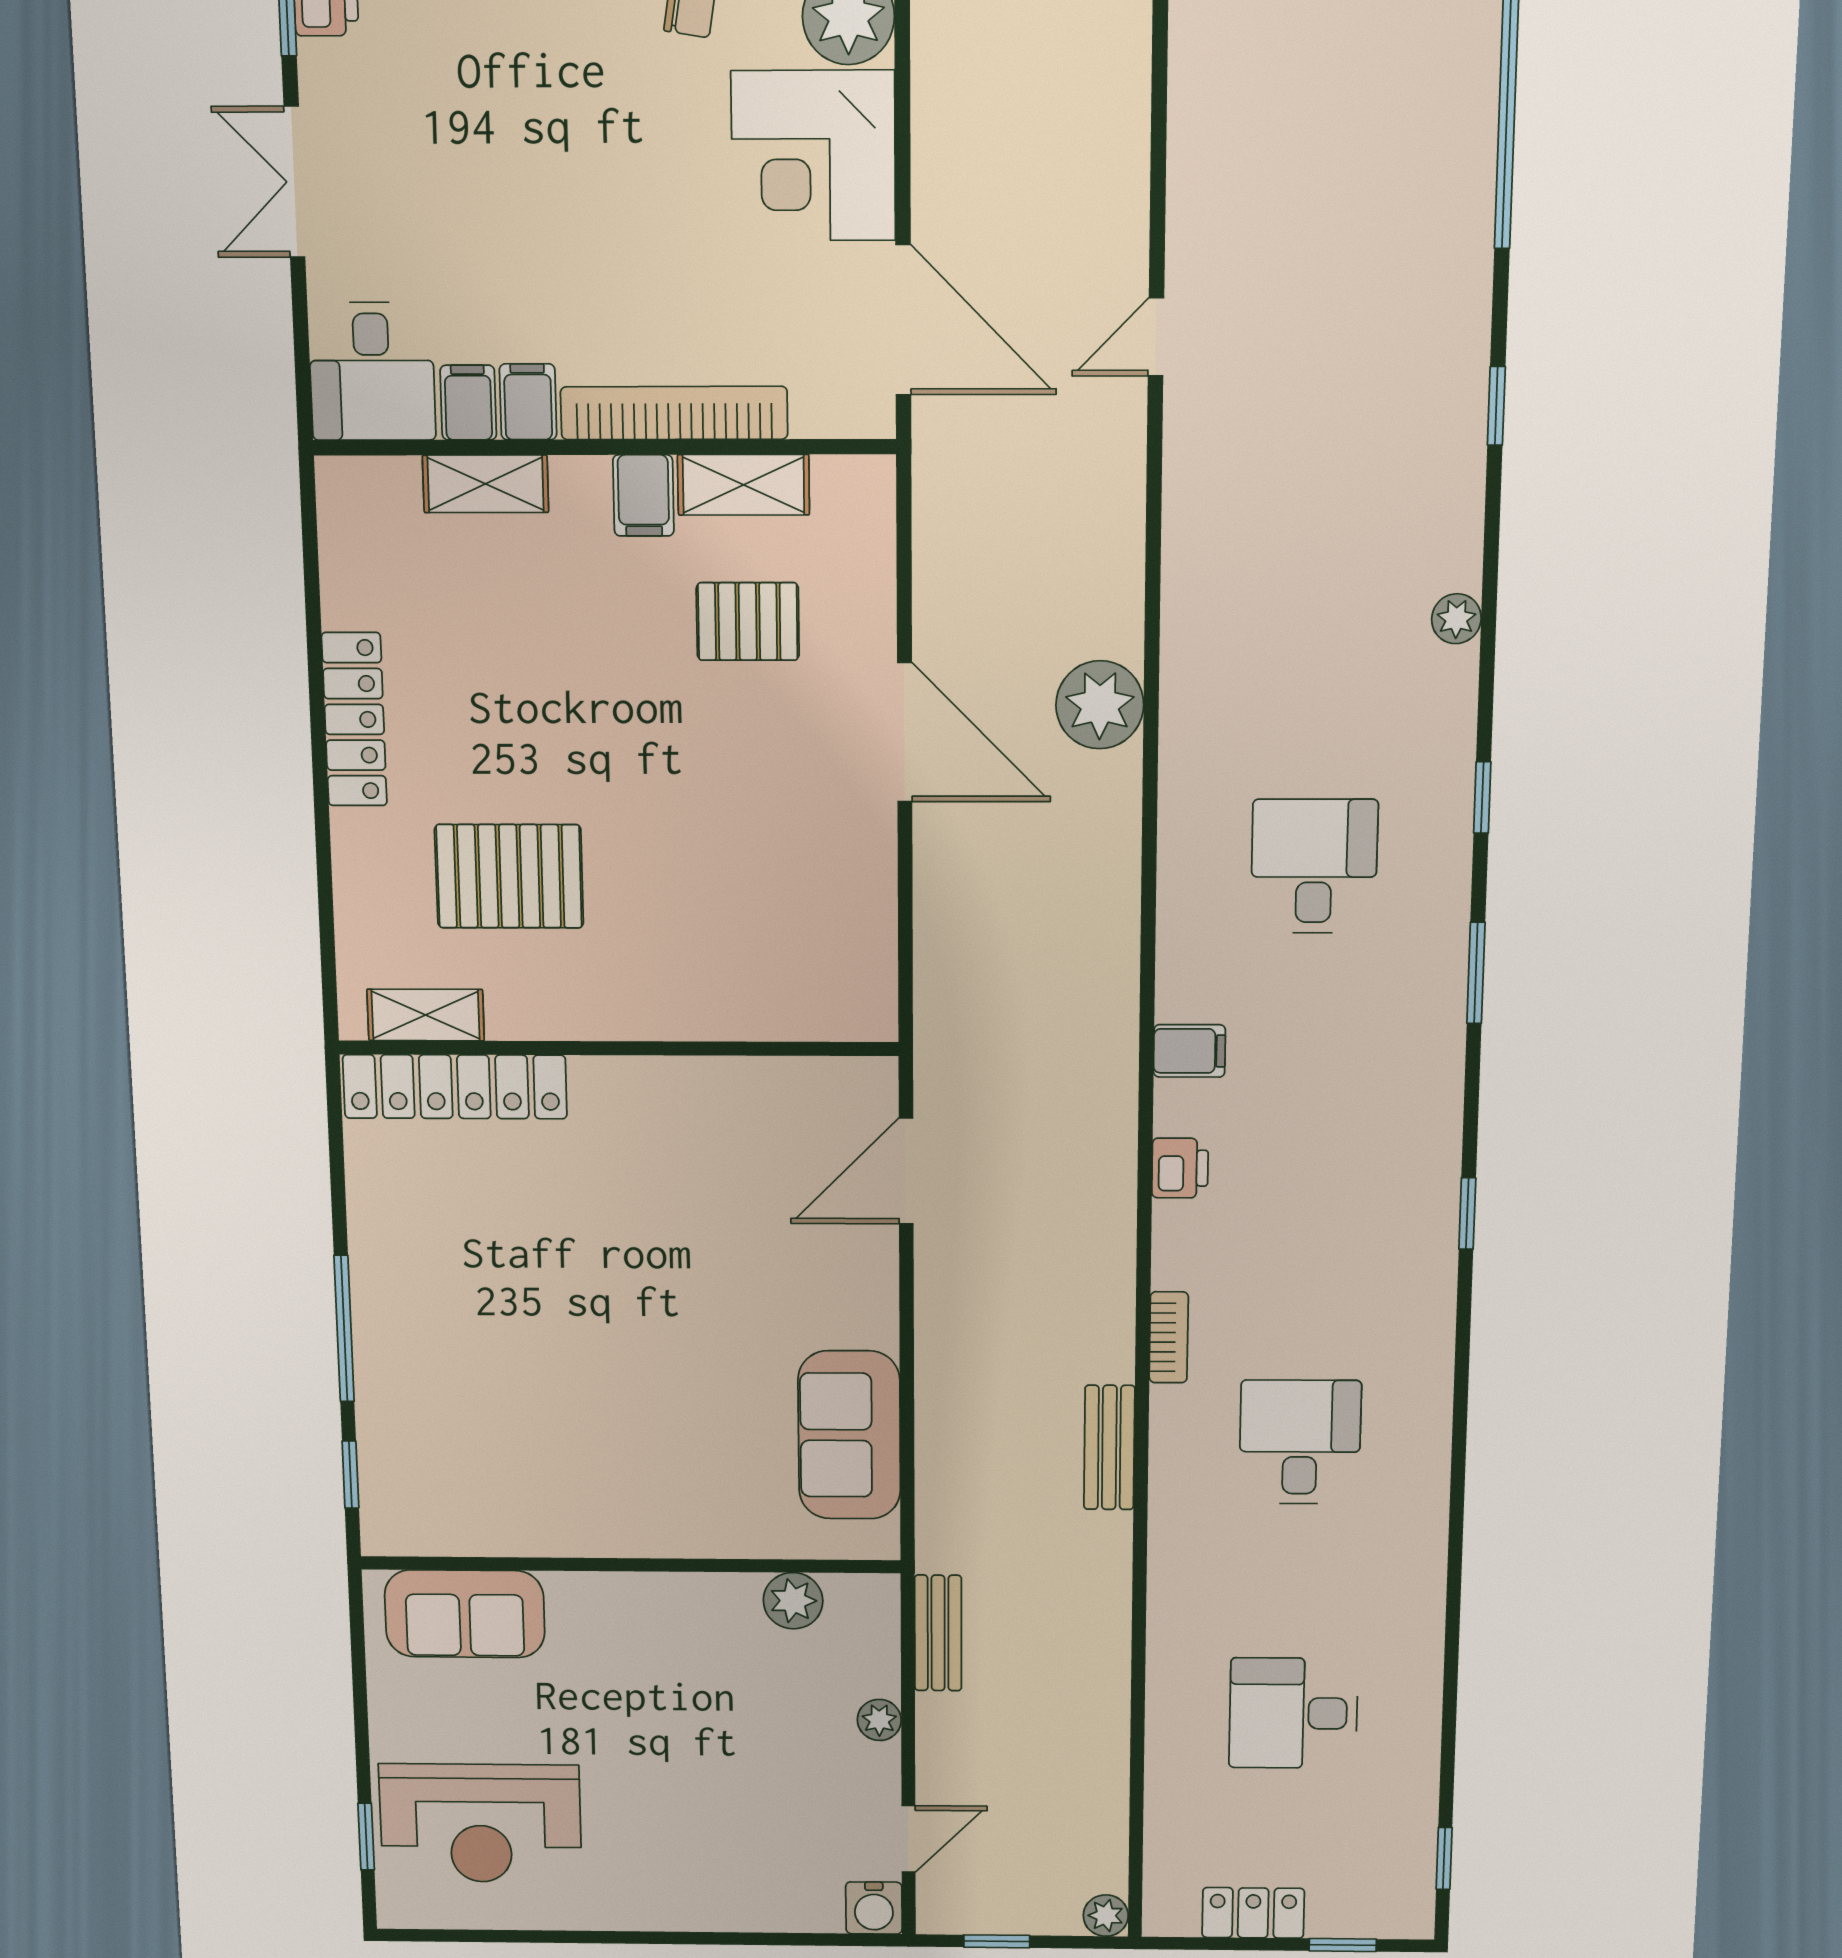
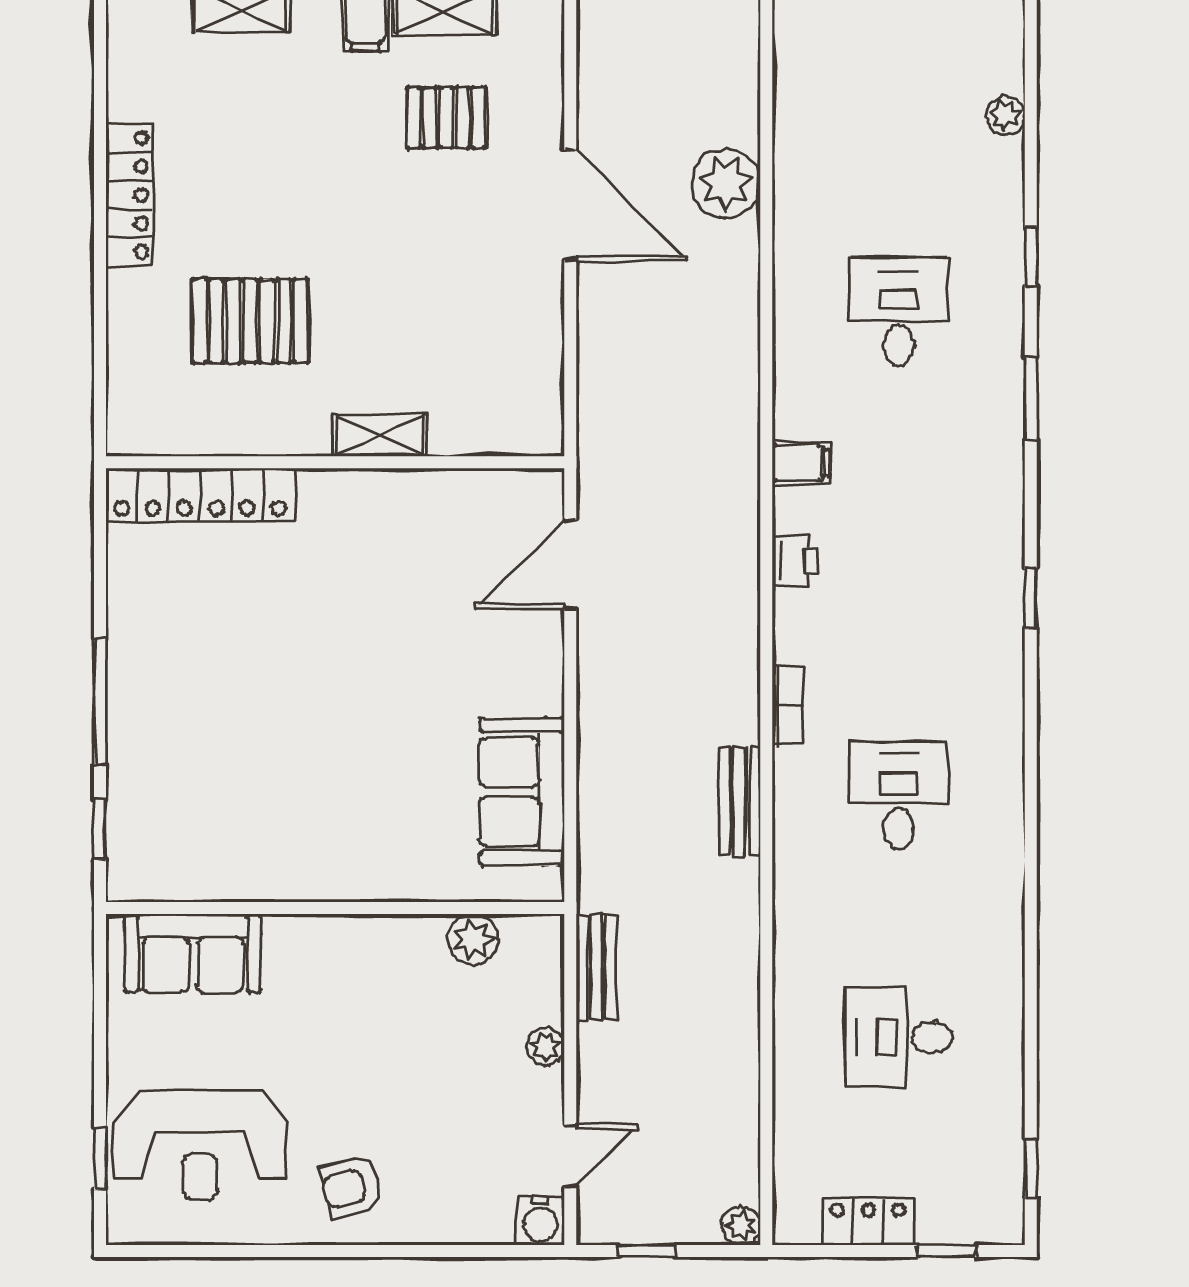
shelving: (426, 1015) -> (380, 435), moved
armchair: (656, 1870) -> (351, 1187), added

